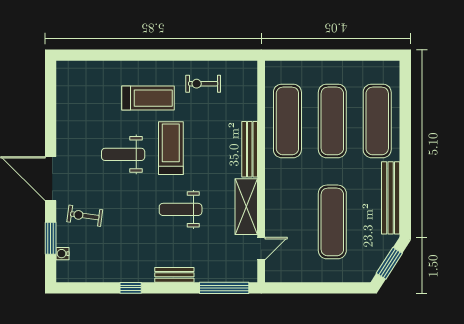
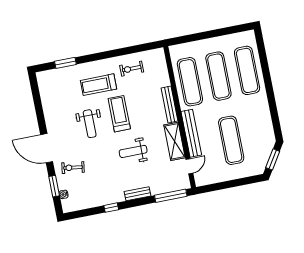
window: (105, 55) -> (65, 63), added
treadmill: (148, 98) -> (98, 85), turned 180
weight bench: (123, 154) -> (90, 124), turned -90
bench: (391, 198) -> (191, 133), moved

